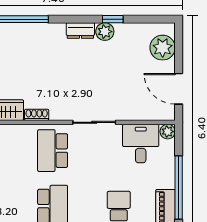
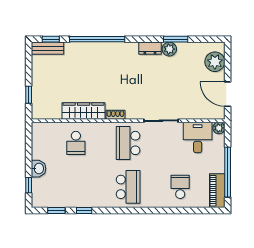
window: (113, 19) -> (176, 39), width x1.50

